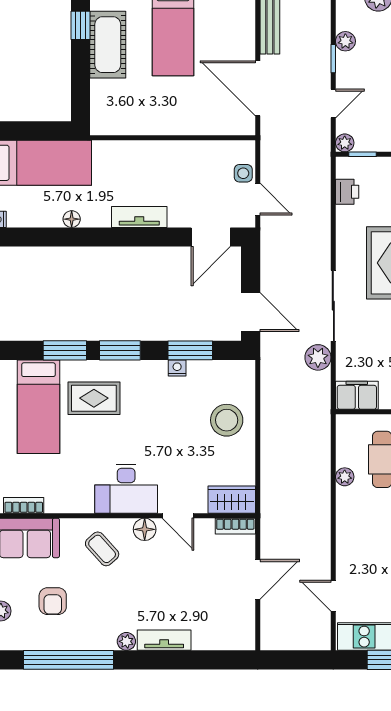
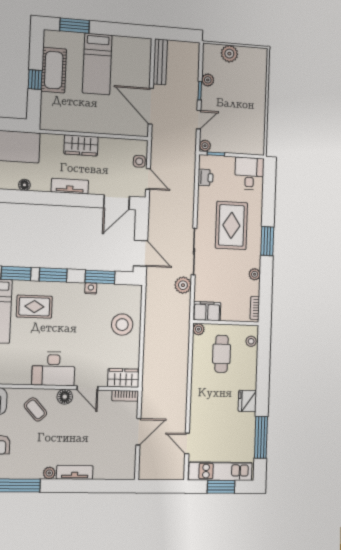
window: (81, 25) -> (35, 80), moved
wardrobe: (154, 155) -> (81, 145), added
plant: (345, 477) -> (199, 329), moved

